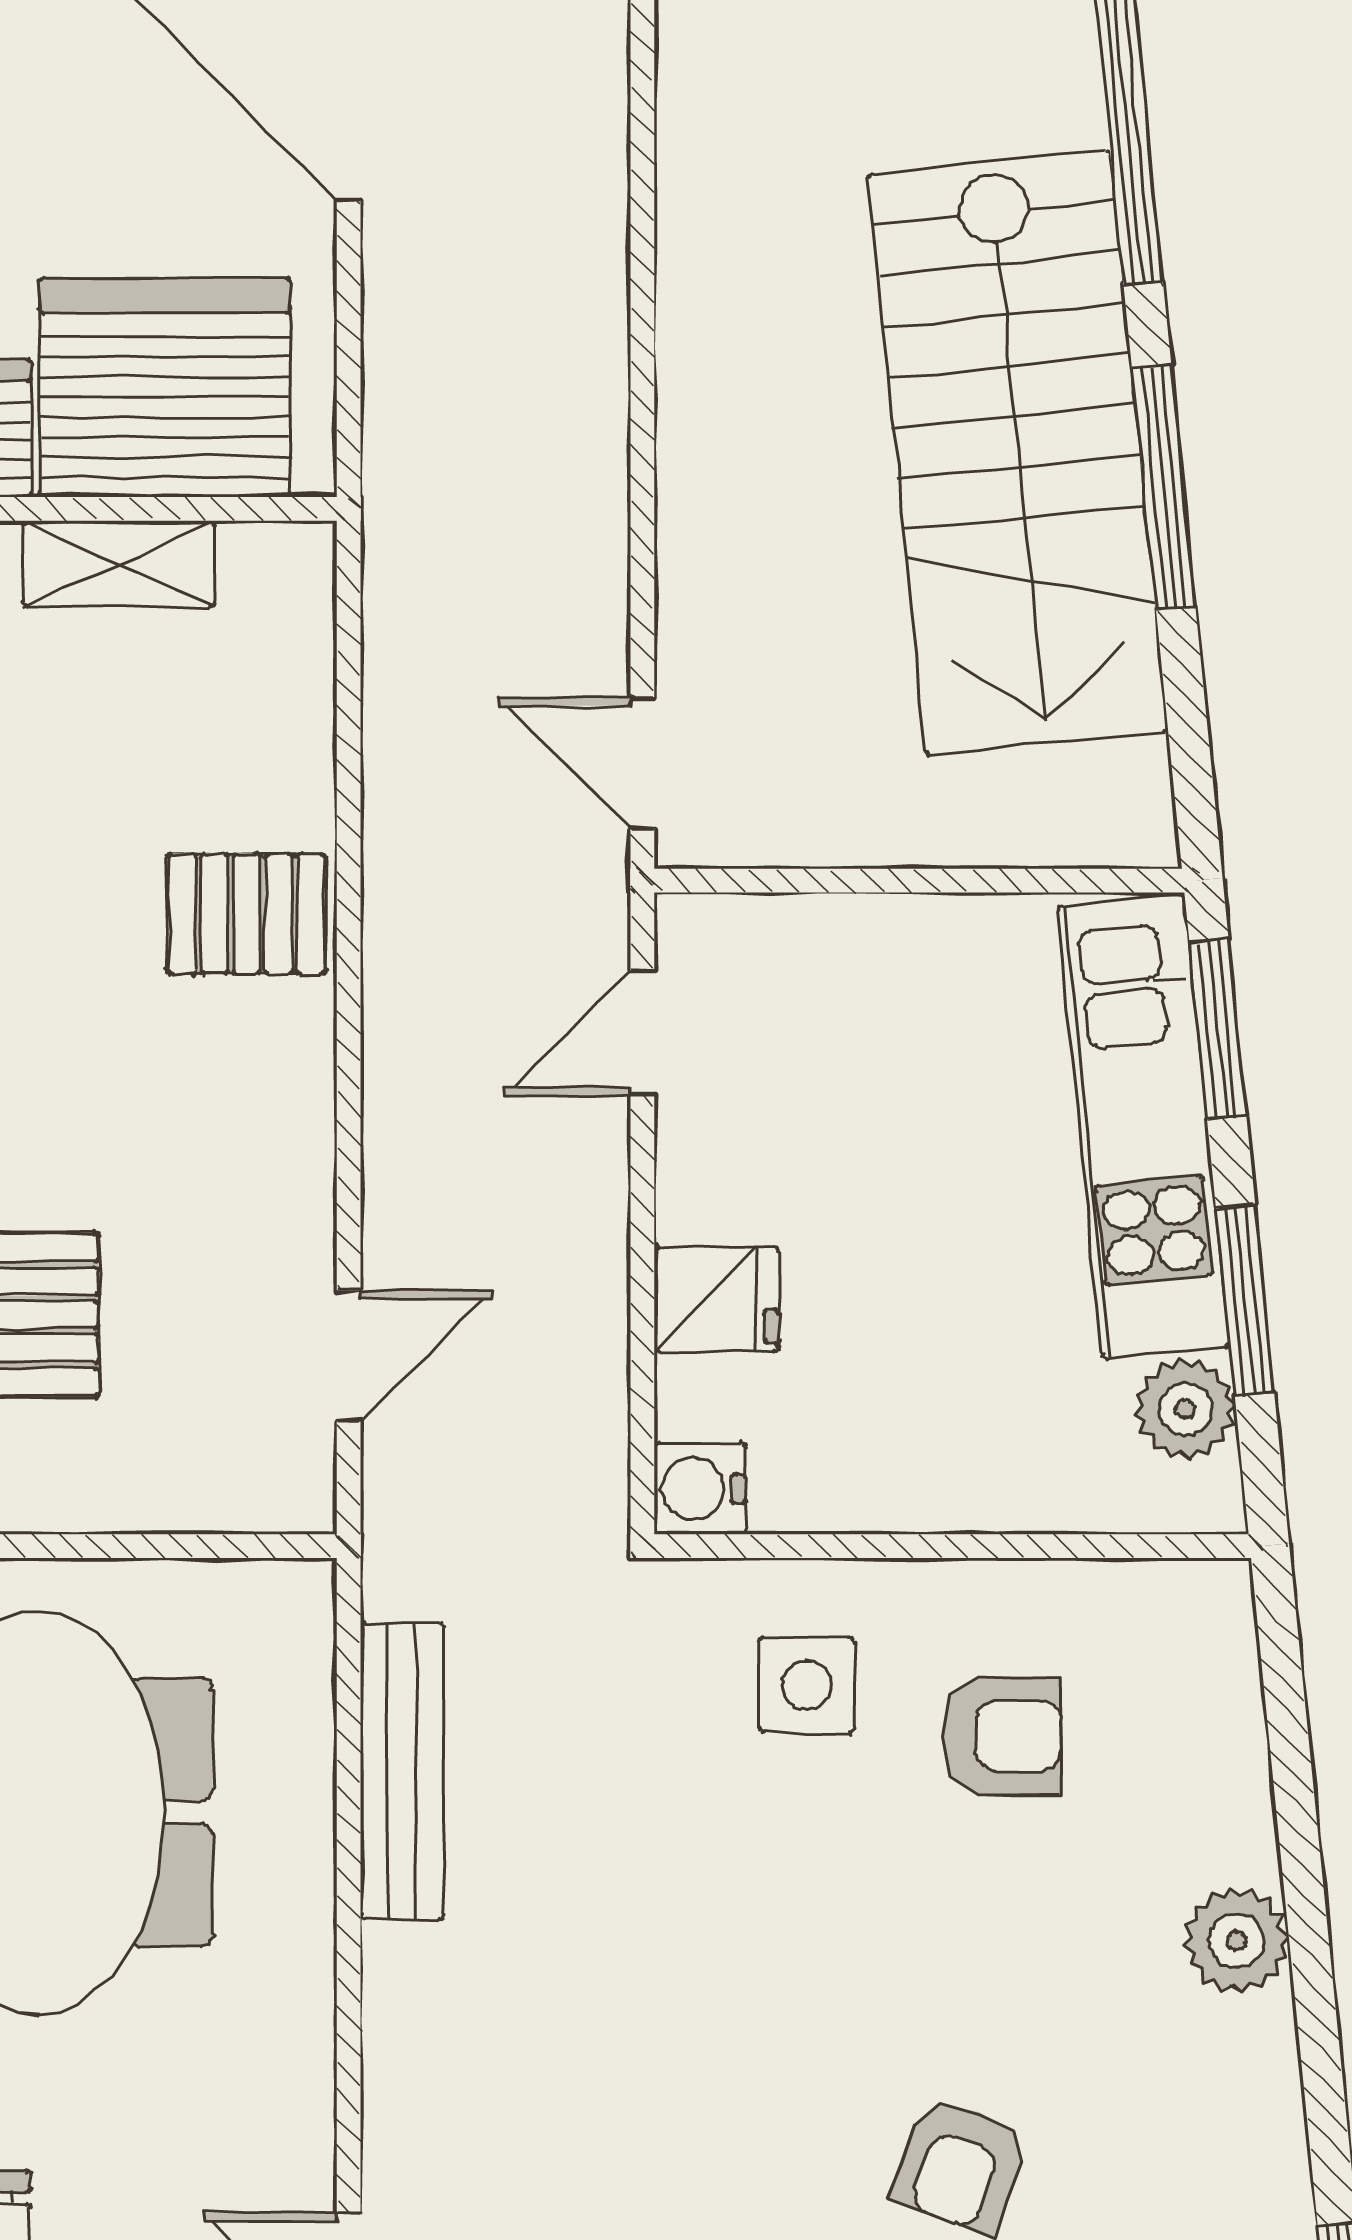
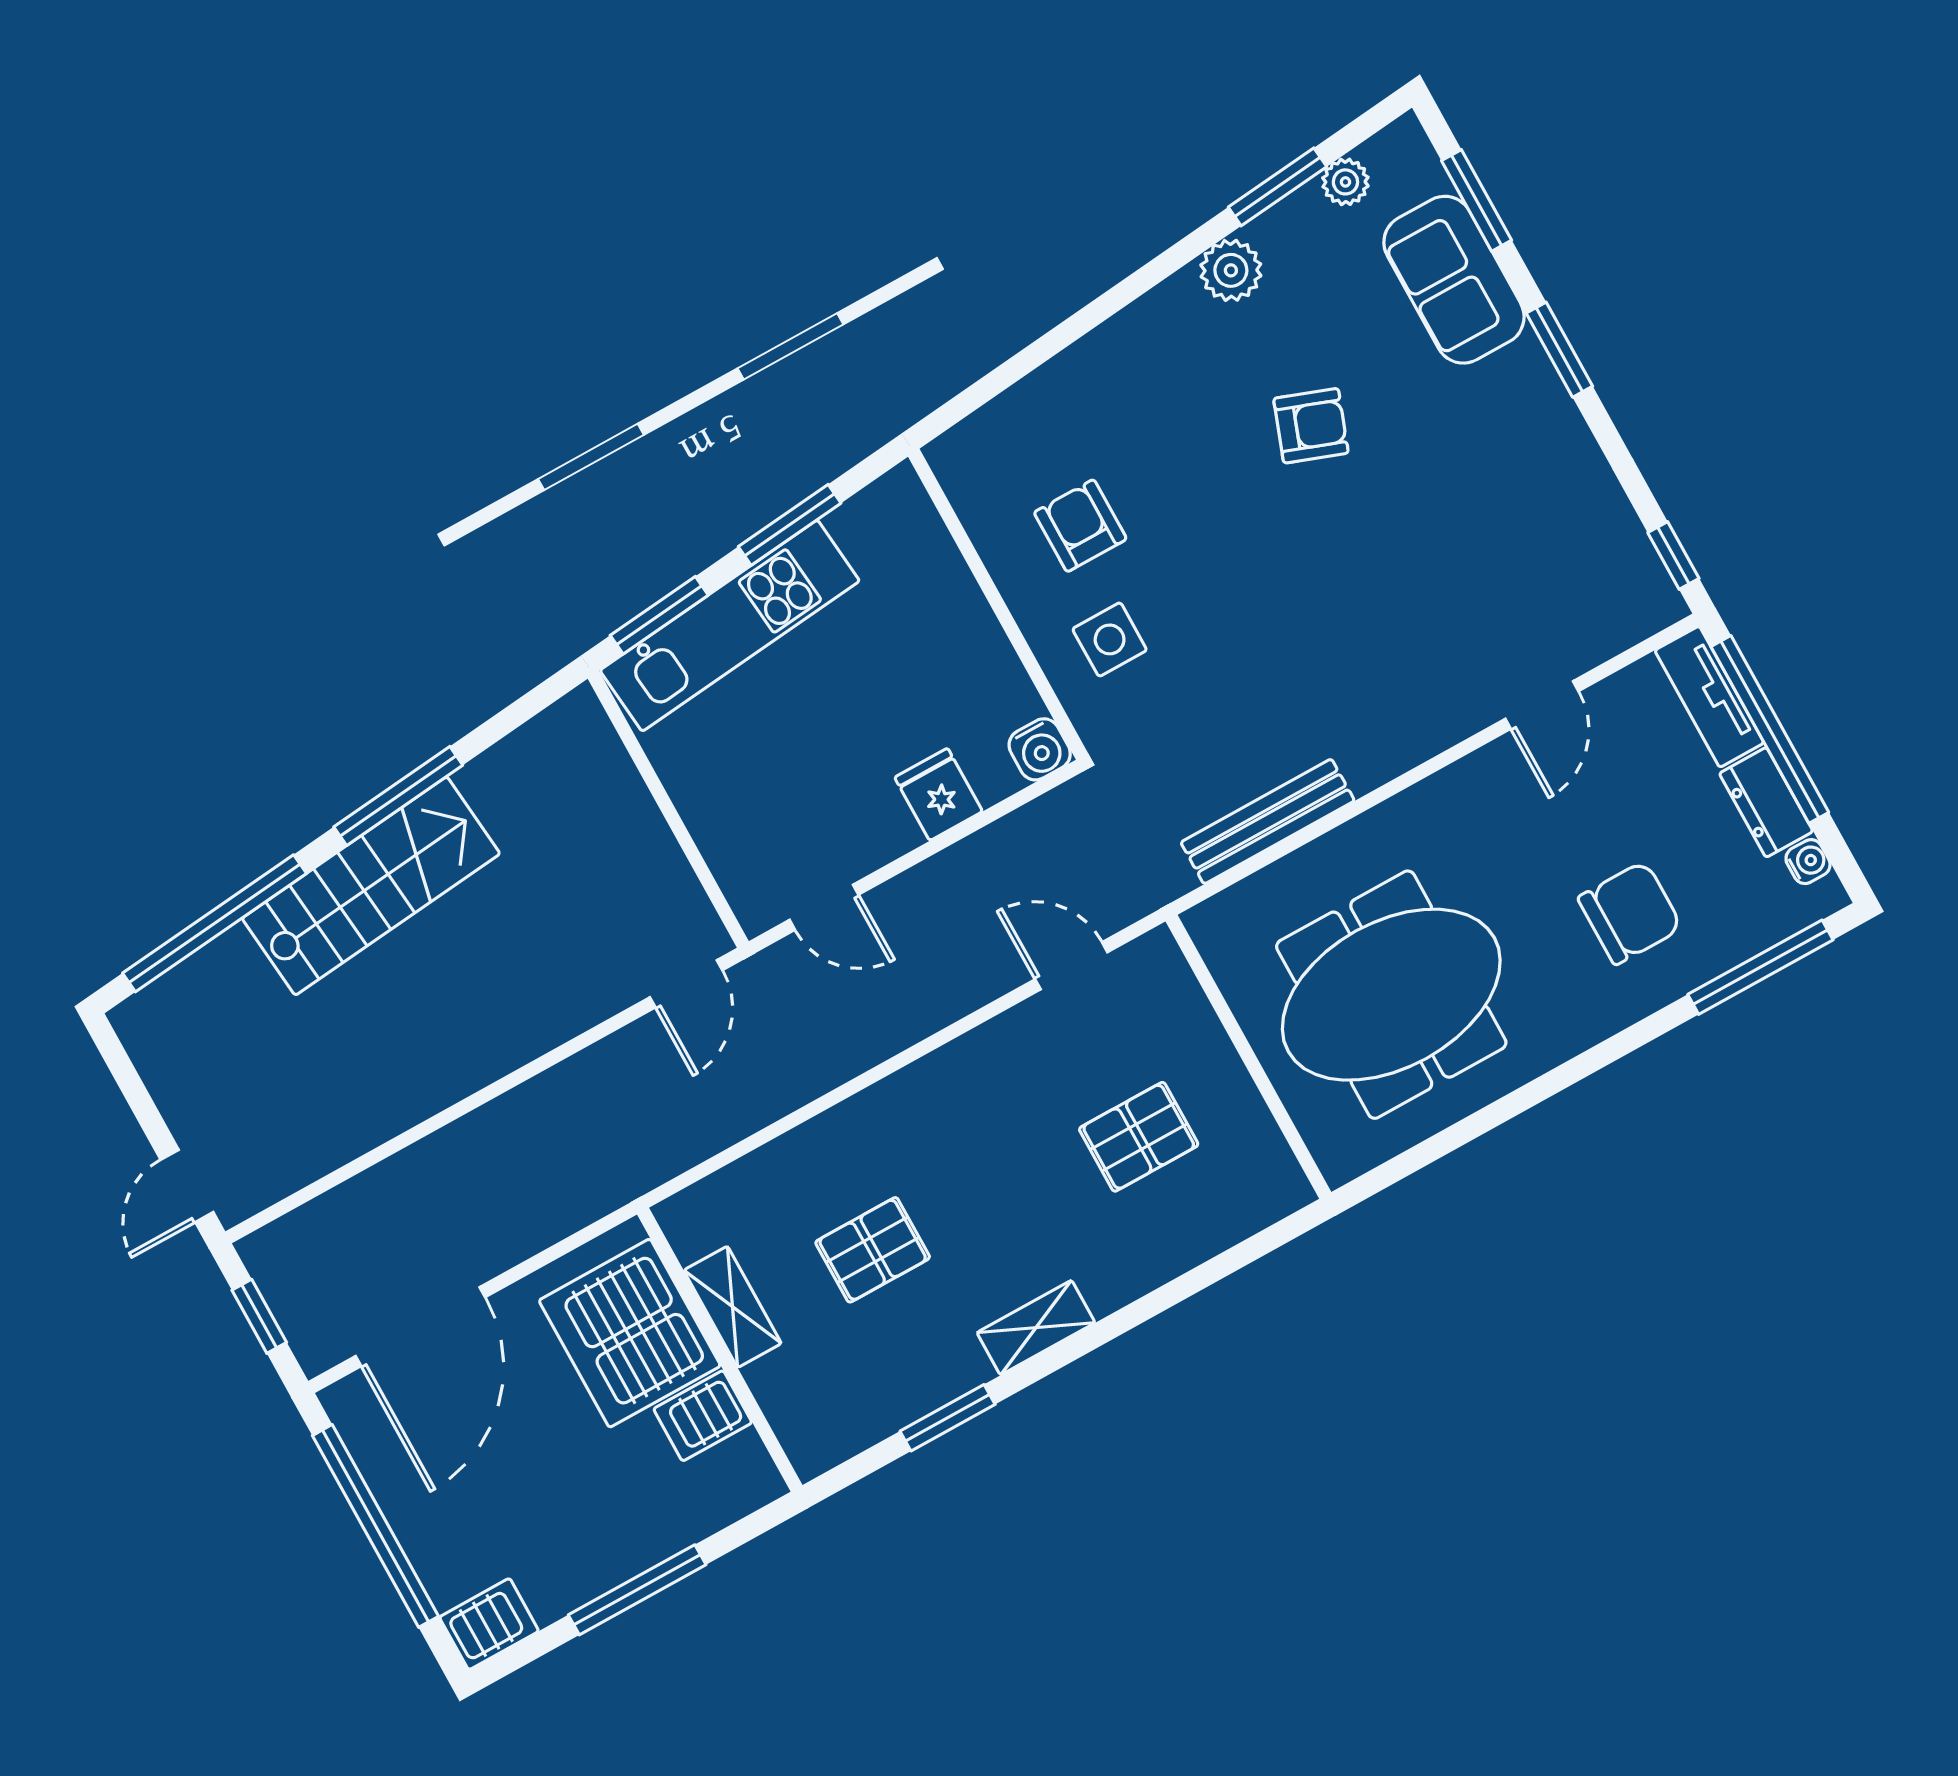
stairs: (1018, 453) -> (371, 886), width x0.73, depth x0.66
pallet: (246, 914) -> (873, 1250), moved, turned 90
plant: (1185, 1409) -> (862, 524), removed
plant: (1236, 1941) -> (1231, 270), moved

